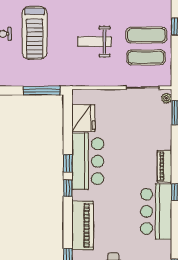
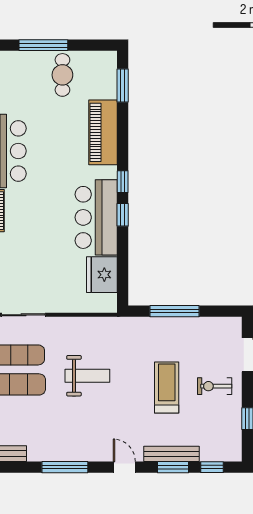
treadmill: (35, 33) -> (167, 388), width x0.73, depth x0.73
window: (42, 90) -> (175, 311), moved

